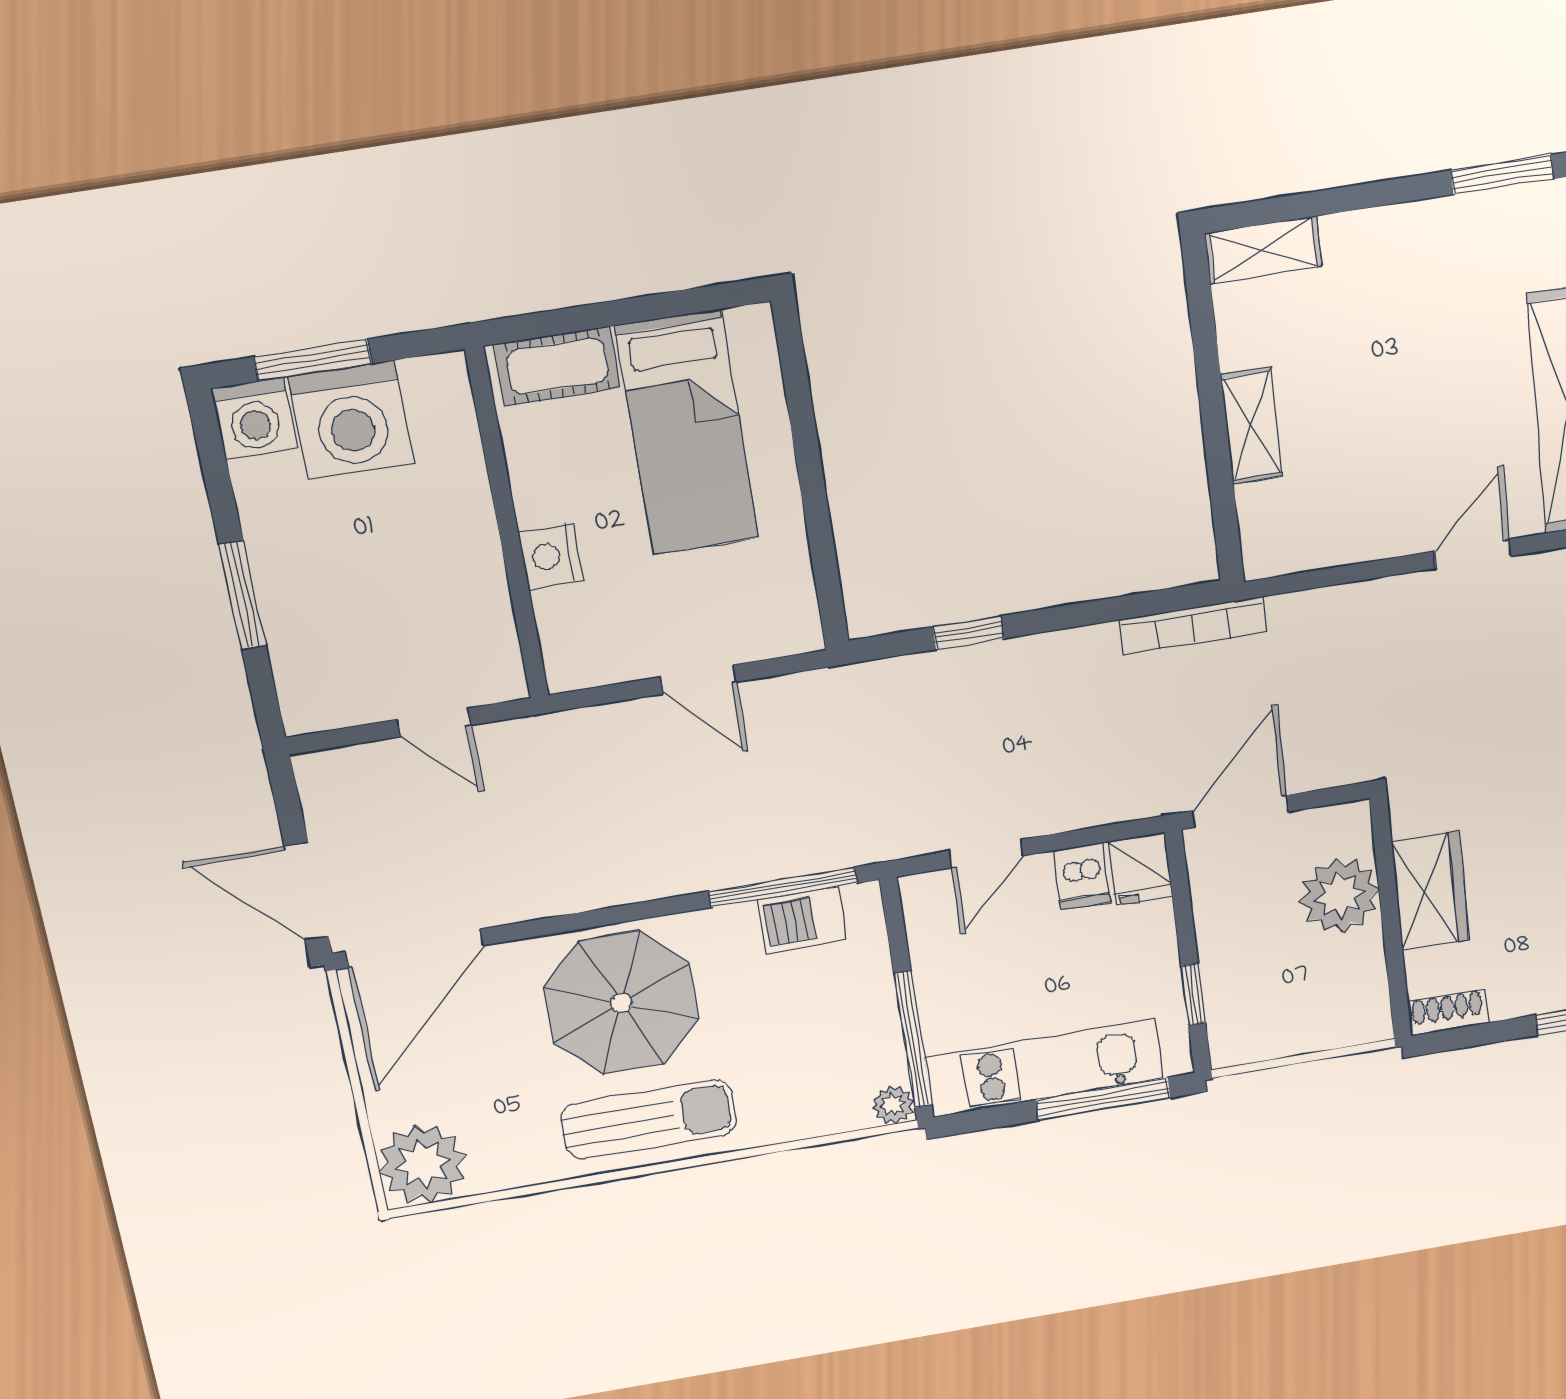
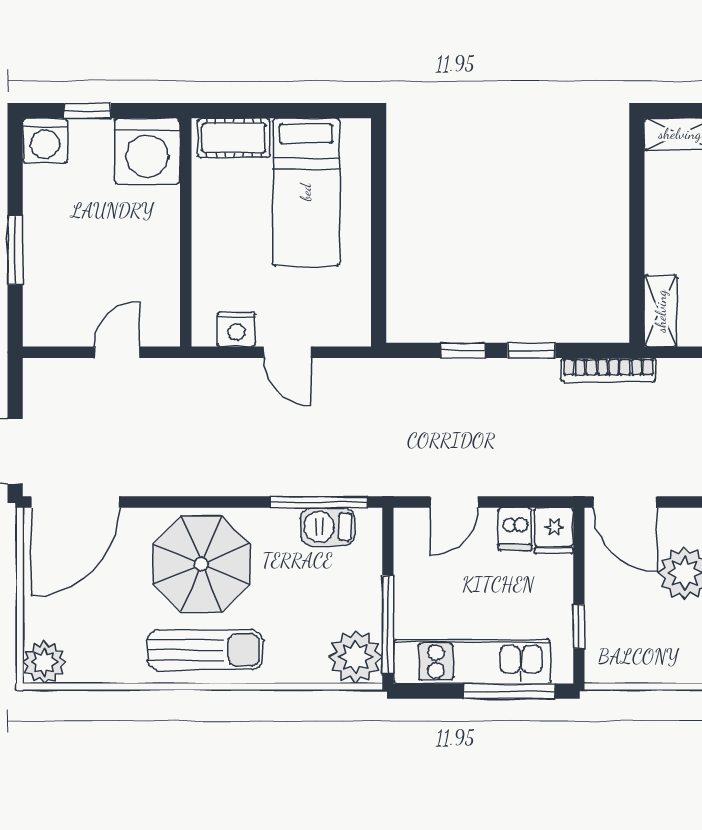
window: (313, 360) -> (87, 111), width x0.67
washing machine: (351, 420) -> (147, 151), moved
shelving: (1252, 426) -> (661, 311), moved
nightstand: (550, 556) -> (236, 329), moved, turned -90
window: (1073, 616) -> (531, 350), added
door: (434, 722) -> (117, 352), swing flipped
door: (1240, 811) -> (625, 502), swing flipped
plant: (893, 1105) -> (355, 657), width x1.88, depth x1.88
plant: (422, 1164) -> (44, 662), width x0.73, depth x0.73

